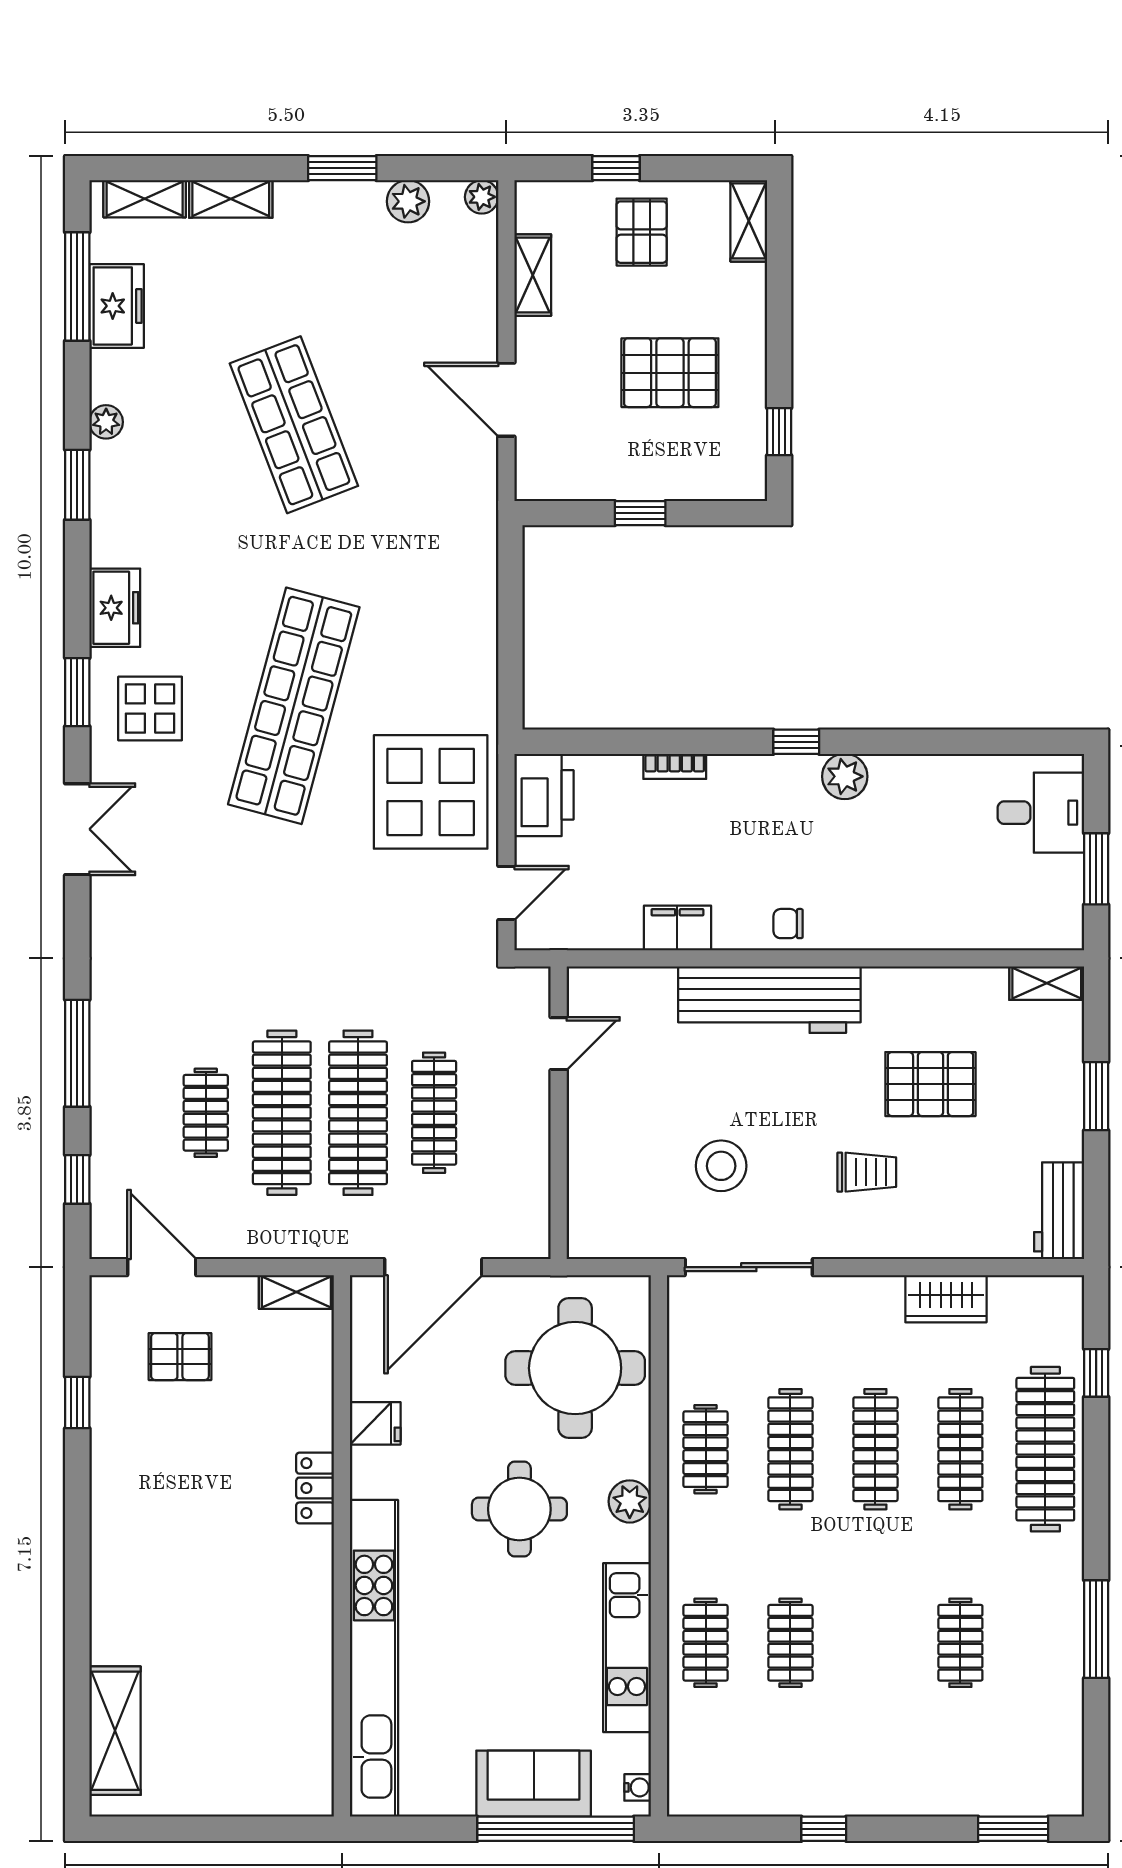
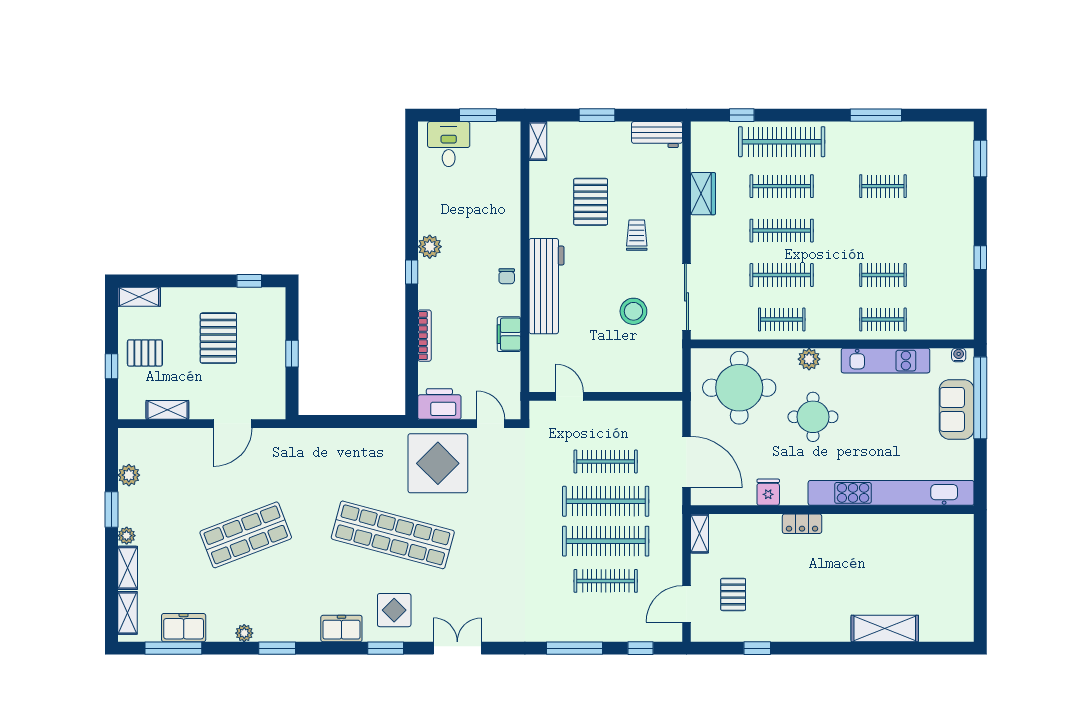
plant: (482, 197) -> (127, 536), moved
bookcase: (675, 766) -> (424, 336), width x1.56
clothes rail: (206, 1113) -> (606, 581), width x1.36
shelving: (115, 1731) -> (885, 628), moved

